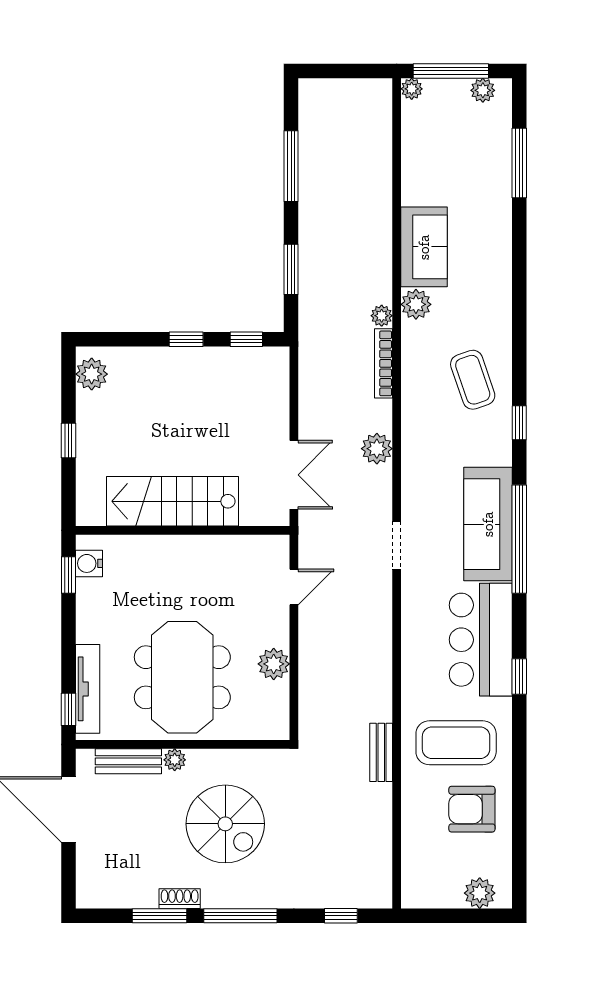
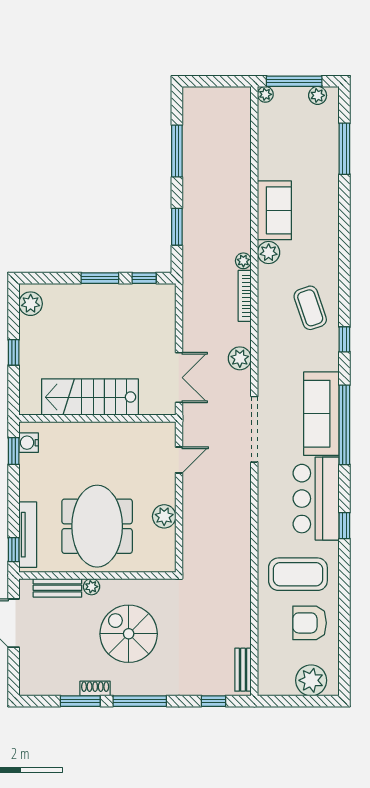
window: (186, 339) -> (100, 278), width x1.50
doorway: (397, 545) -> (254, 429), width x1.88
bench: (381, 752) -> (243, 670), moved
spiral stairs: (225, 824) -> (129, 634), turned 180
plant: (480, 893) -> (311, 680), width x1.36, depth x1.36

